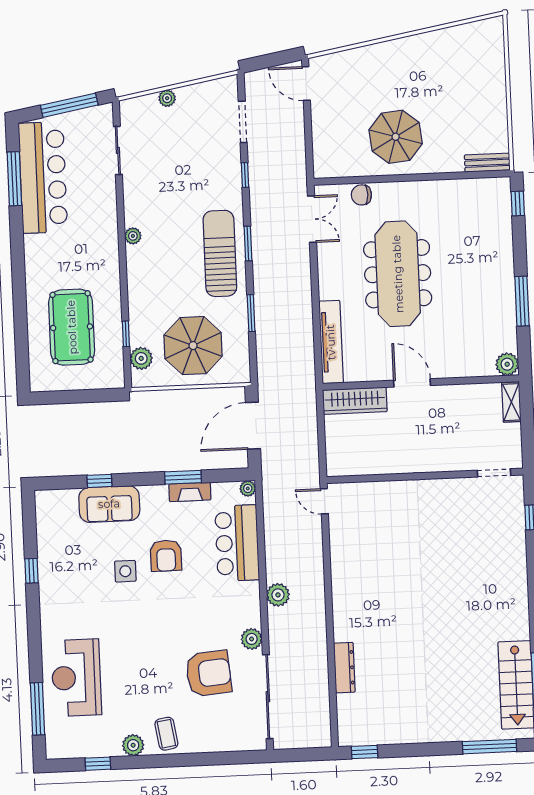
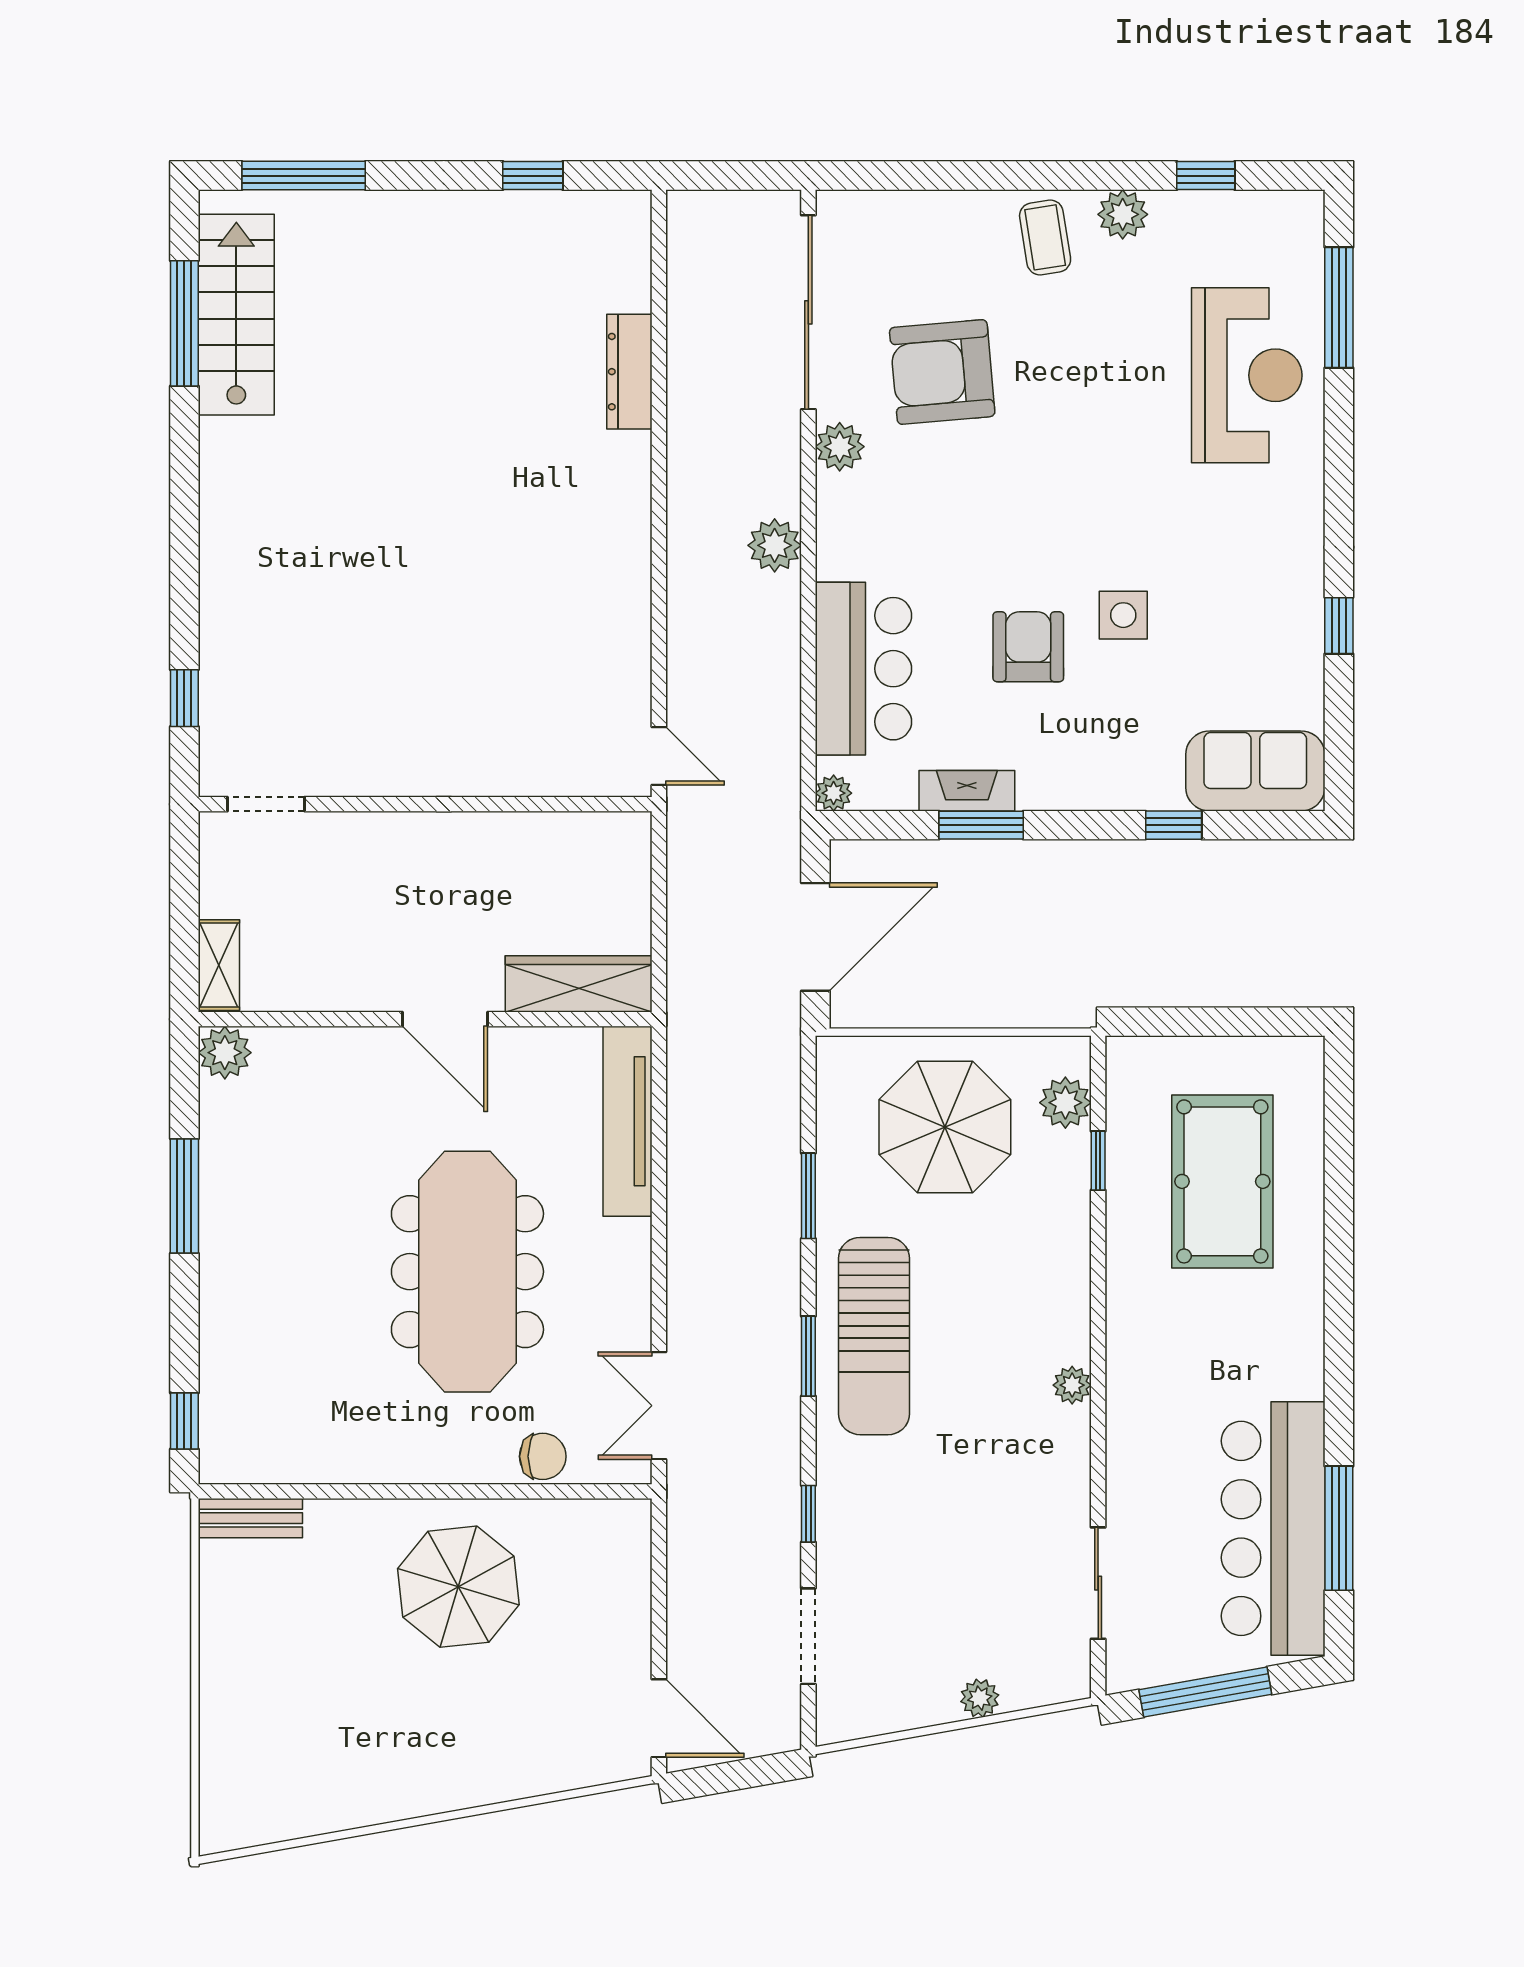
sofa: (109, 504) -> (1255, 771), moved
window: (365, 752) -> (533, 176), moved

